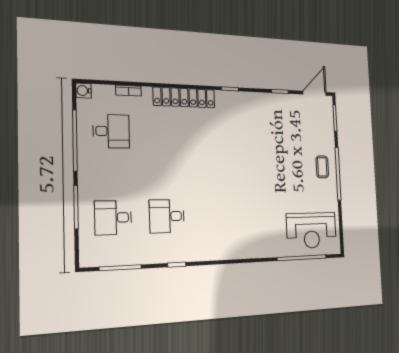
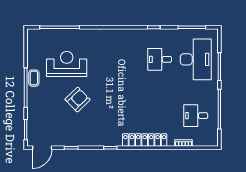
water cooler: (84, 91) -> (213, 142), removed
armchair: (275, 157) -> (78, 100), added
coffee table: (322, 167) -> (34, 78), moved
desk: (167, 216) -> (160, 59), turned 180
desk: (113, 218) -> (196, 59), width x1.87, depth x1.30
reception desk: (311, 230) -> (67, 64), moved

